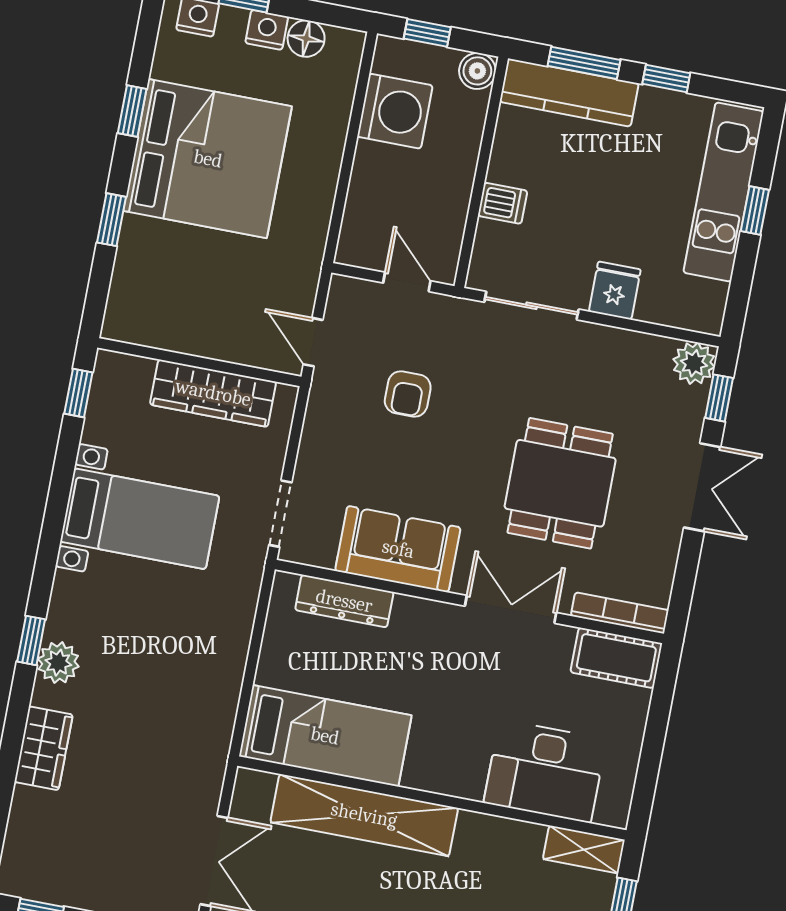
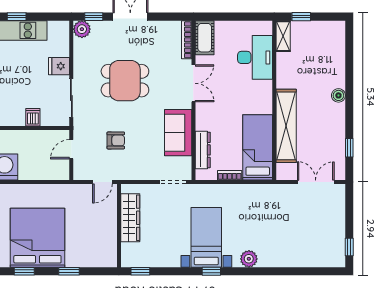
dining table: (560, 483) -> (125, 81), moved
bed with nightstands: (140, 519) -> (206, 237), moved
double door: (511, 609) -> (193, 83), swing flipped
window: (31, 640) -> (211, 271), moved
bookcase: (270, 655) -> (230, 175), added
wardrobe: (44, 748) -> (284, 258), removed

